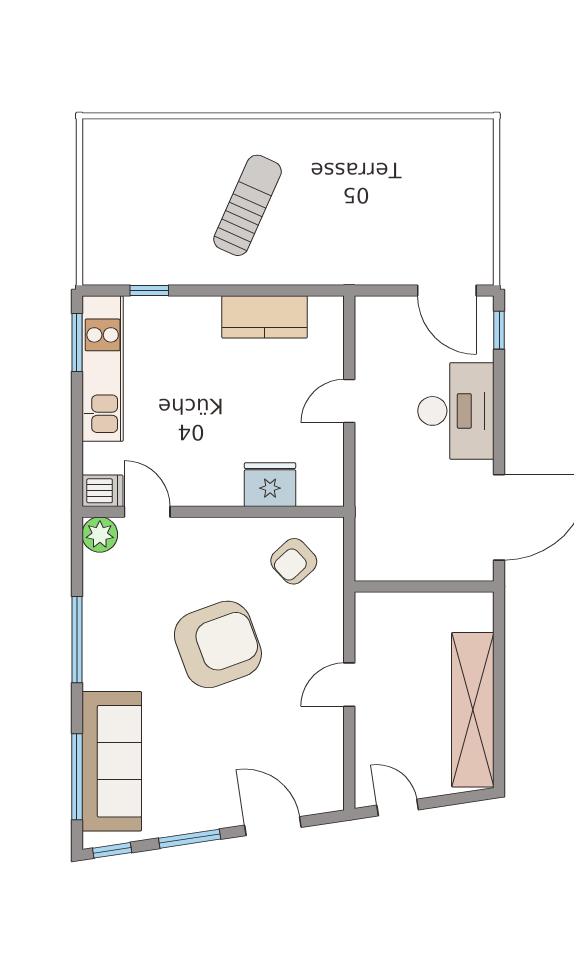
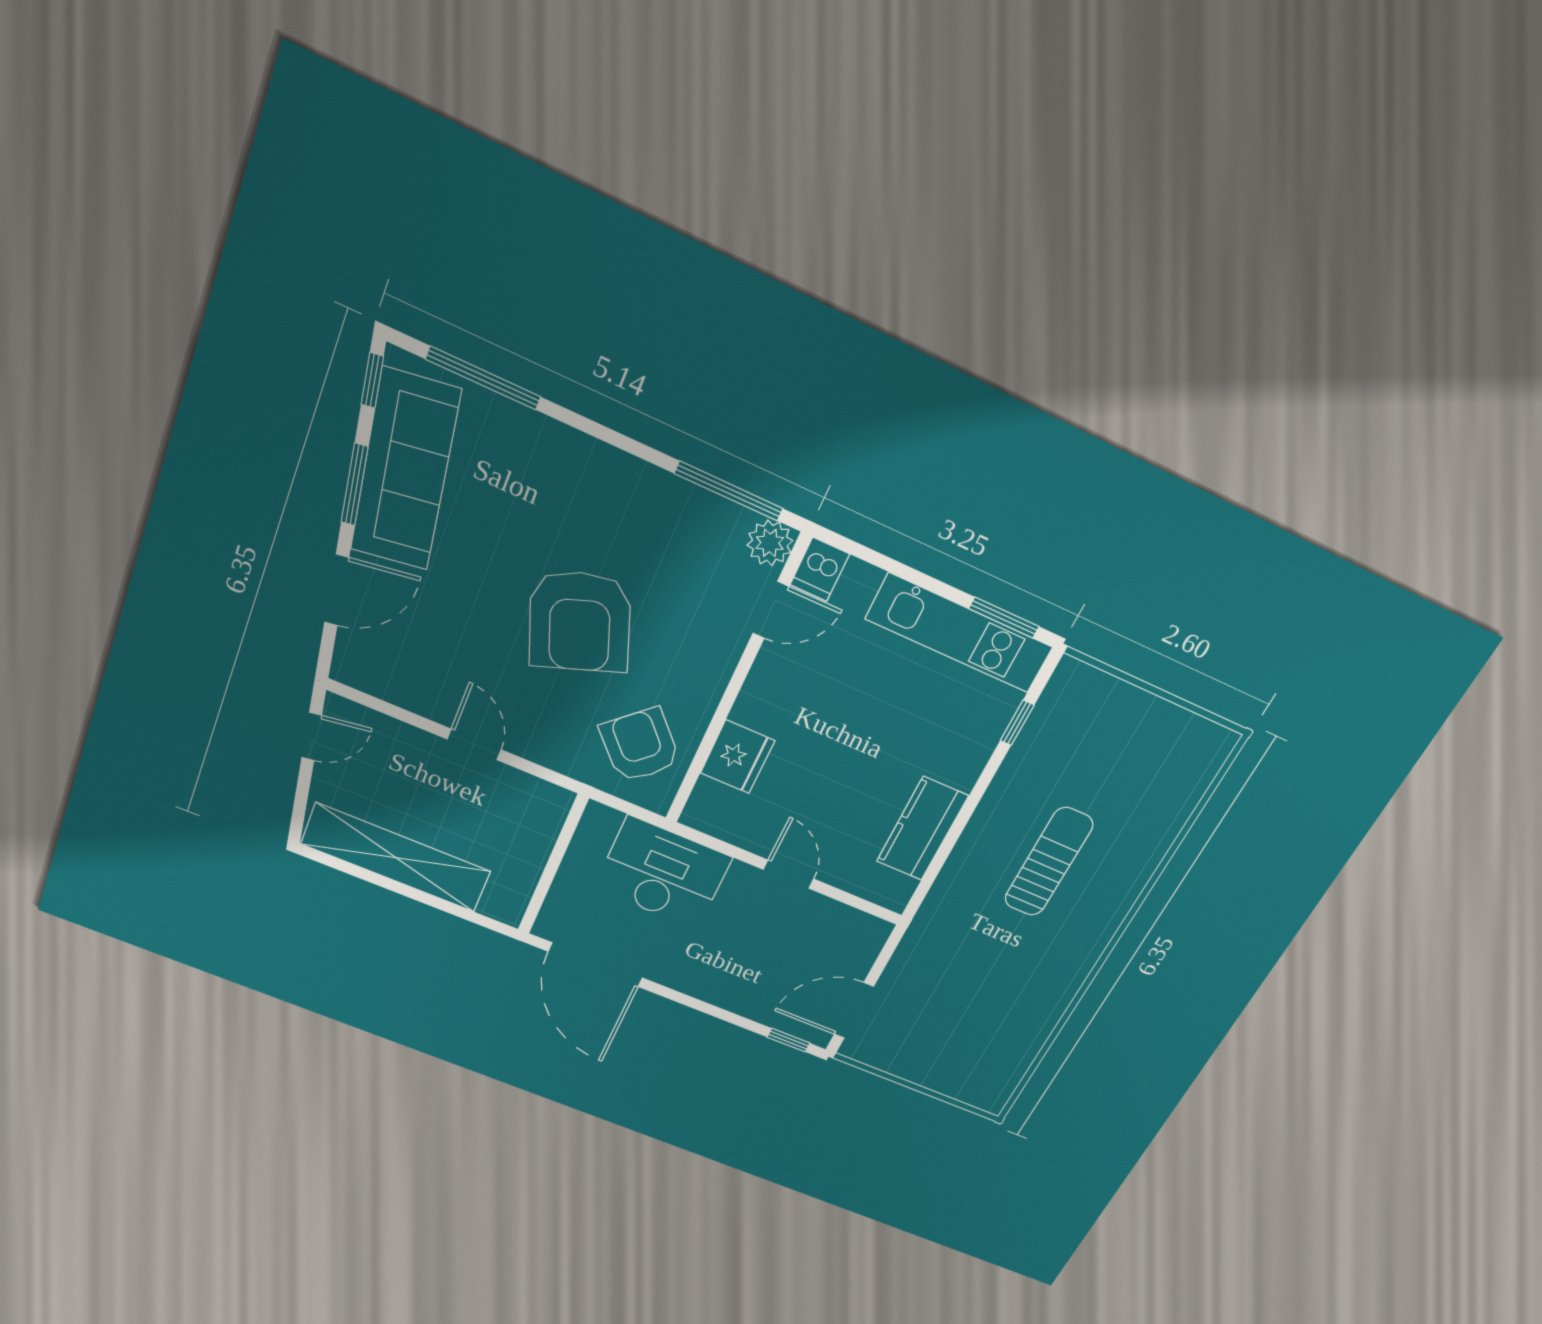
sun lounger: (248, 205) -> (1049, 862), turned -114
desk: (456, 411) -> (663, 873), moved, turned 180
armchair: (294, 561) -> (640, 745), width x1.38, depth x1.38
window: (77, 640) -> (729, 491), moved
sofa: (112, 761) -> (405, 470), moved, turned -99

